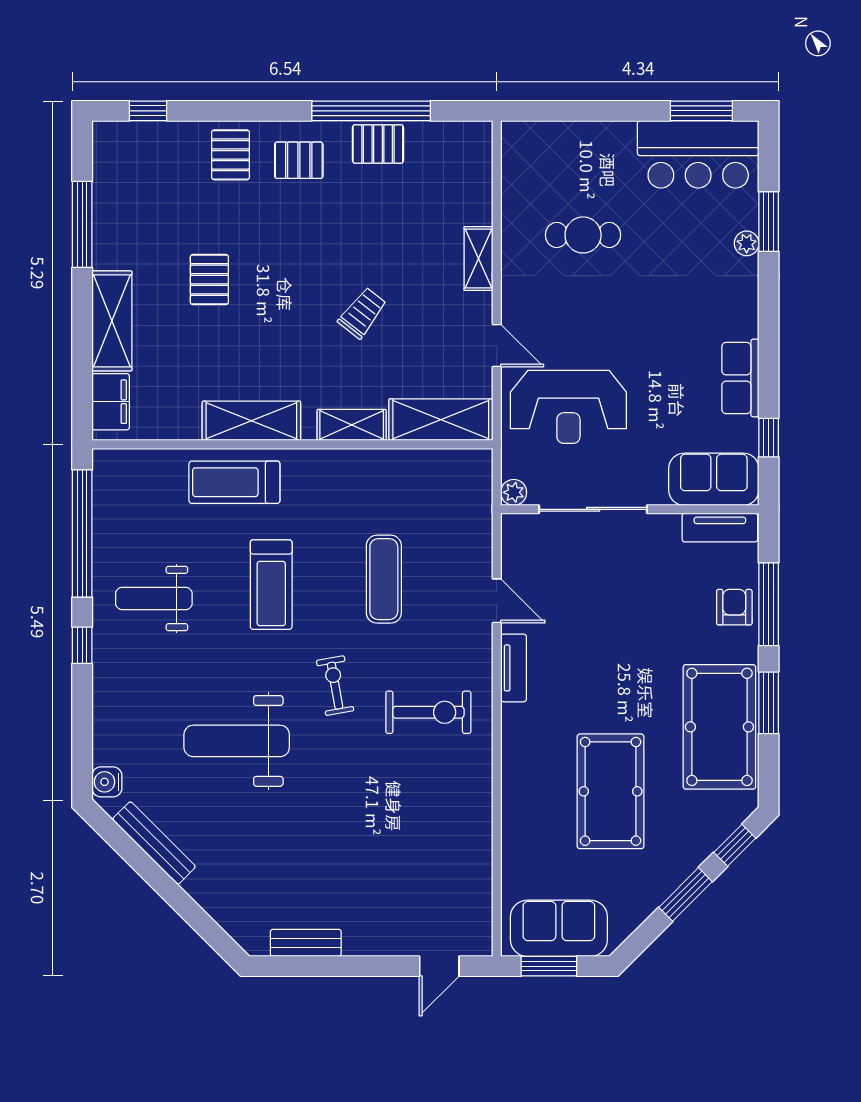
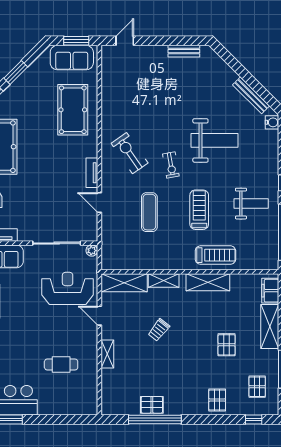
pallet: (299, 160) -> (257, 387), moved, turned 90
exercise bike: (428, 712) -> (130, 153), turned 55
pool table: (610, 791) -> (73, 110), moved

